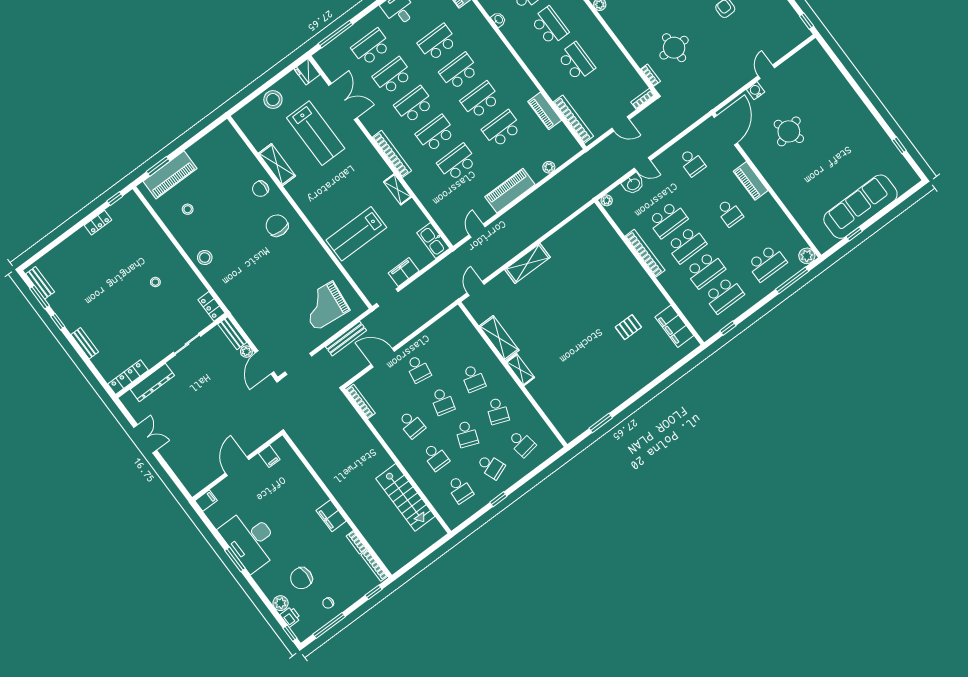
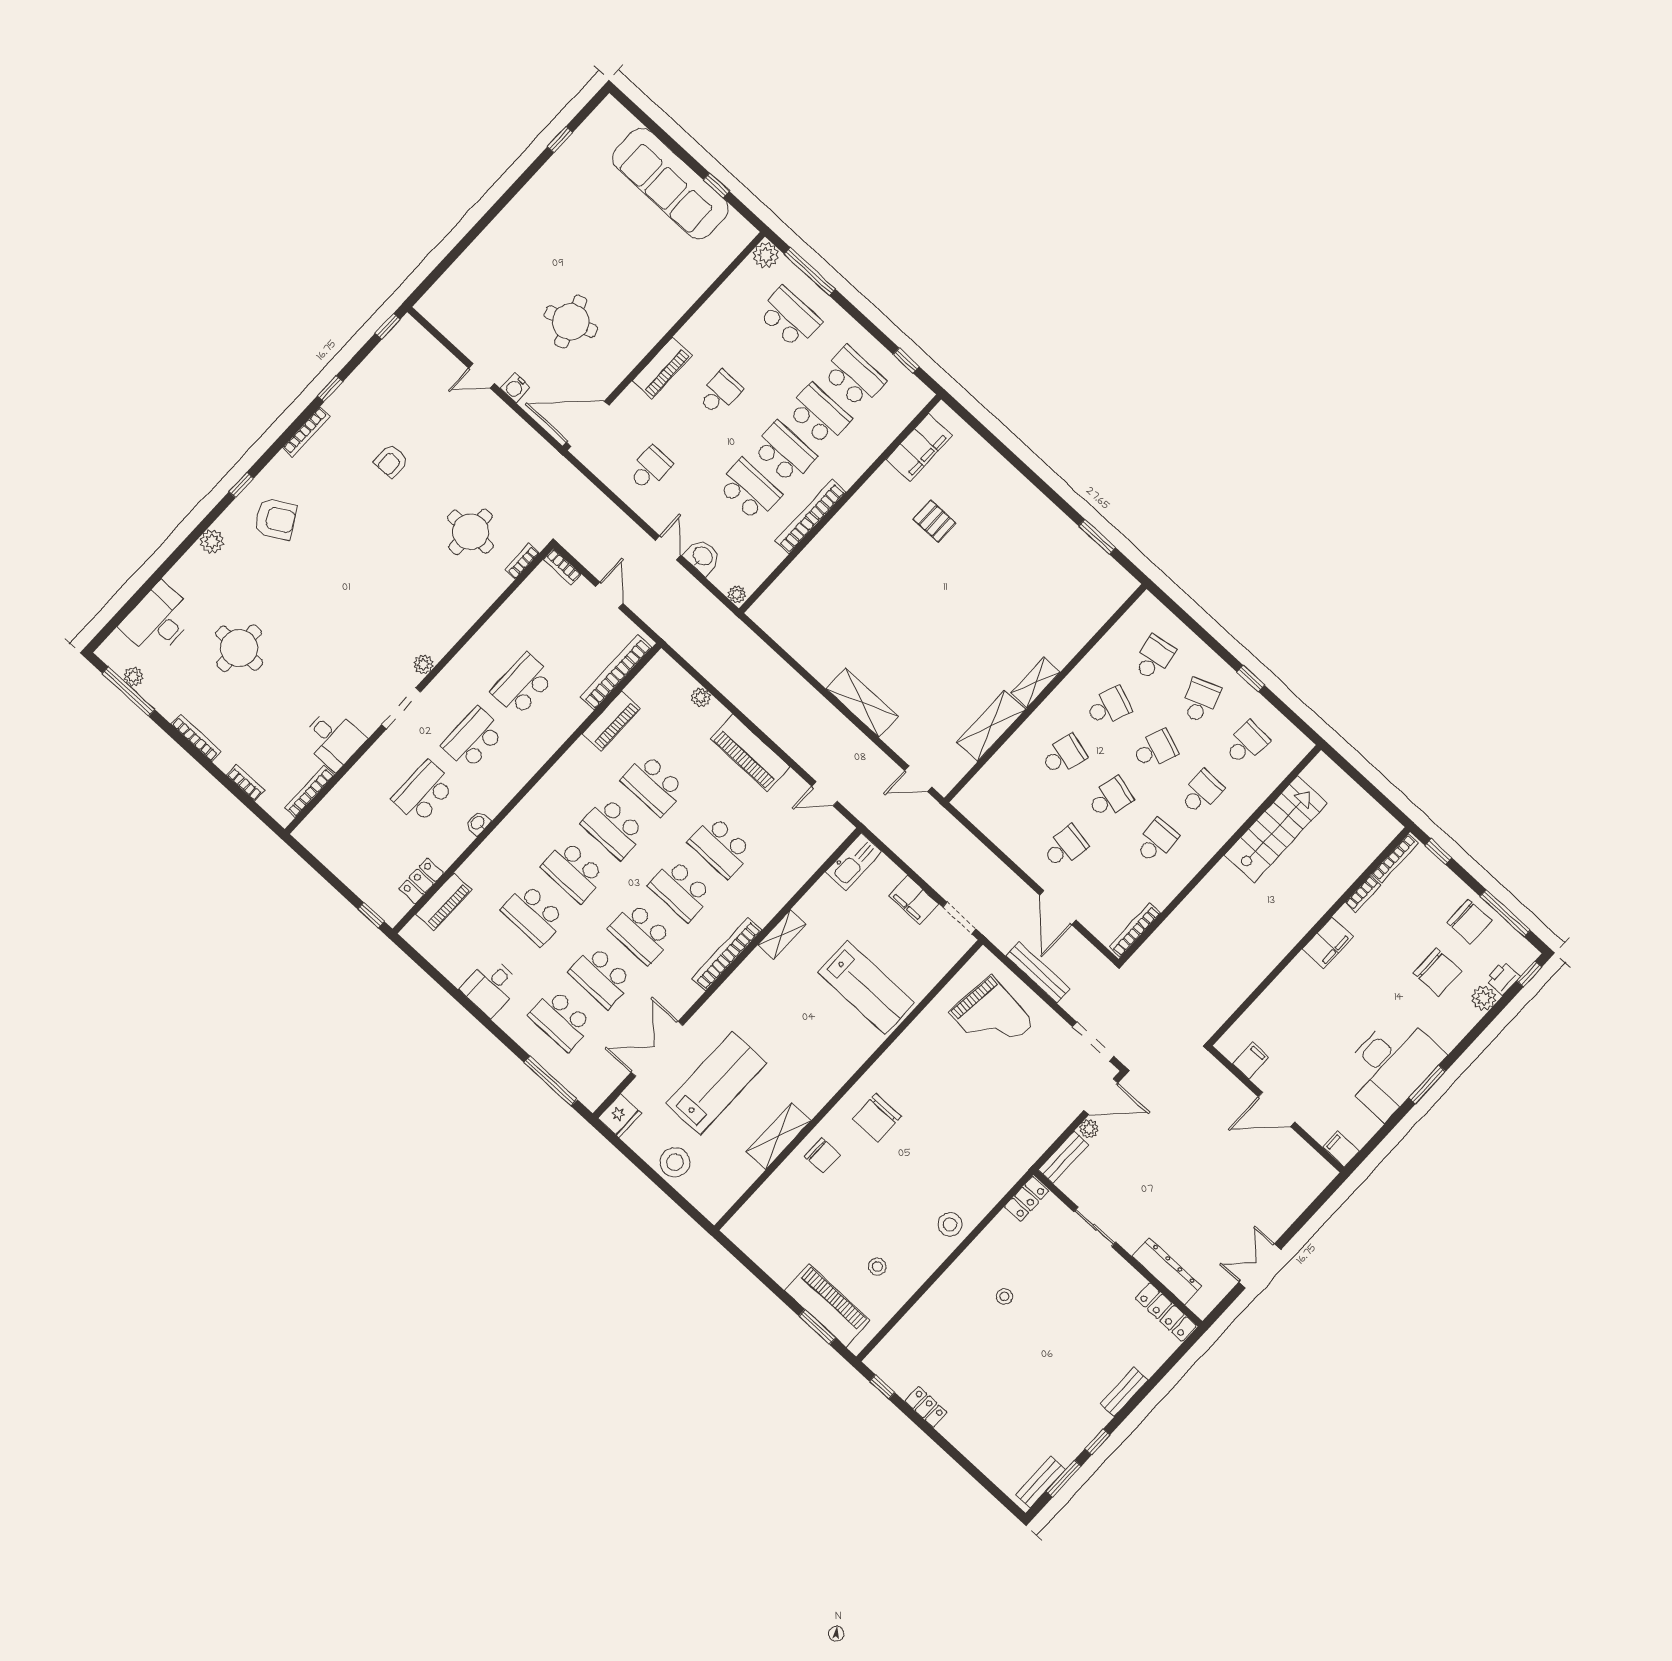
chair: (328, 603) -> (1469, 921), width x1.87, depth x1.87

